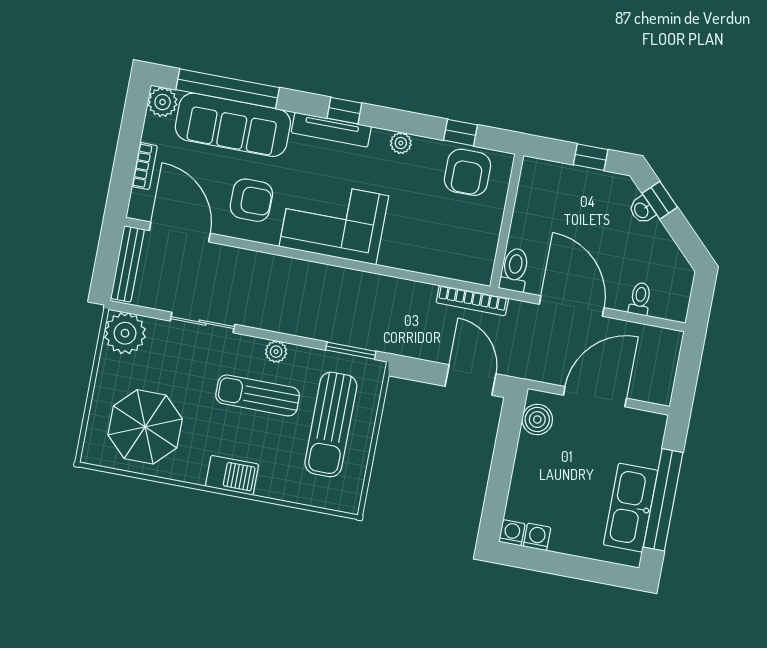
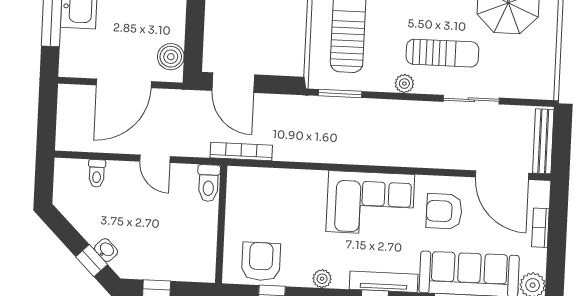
door: (572, 306) -> (155, 159), width x0.53
plant: (125, 333) -> (537, 81), removed
sun lounger: (258, 395) -> (442, 53), moved

